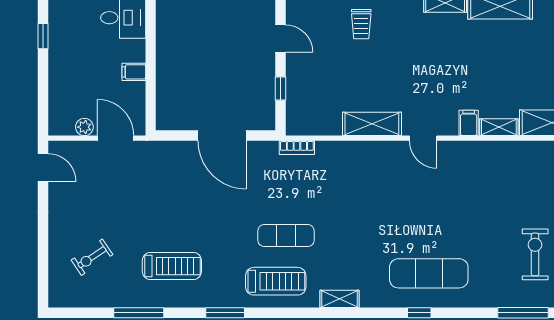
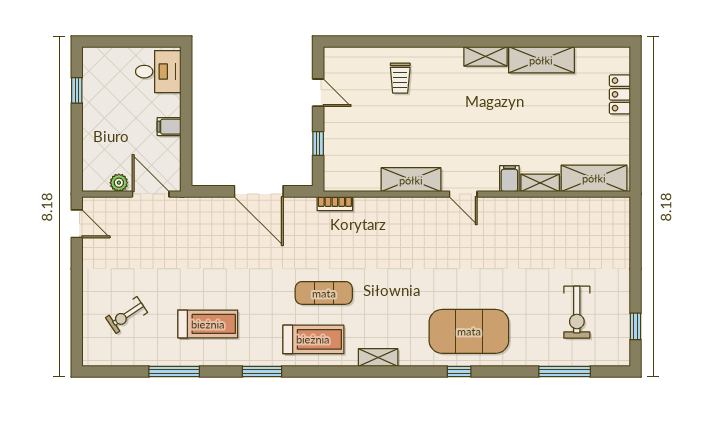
exercise bike: (535, 254) -> (577, 312), turned 180
exercise mat: (429, 273) -> (469, 331), width x1.47

